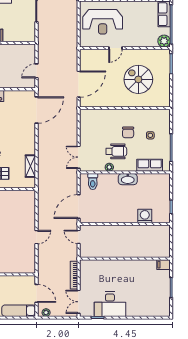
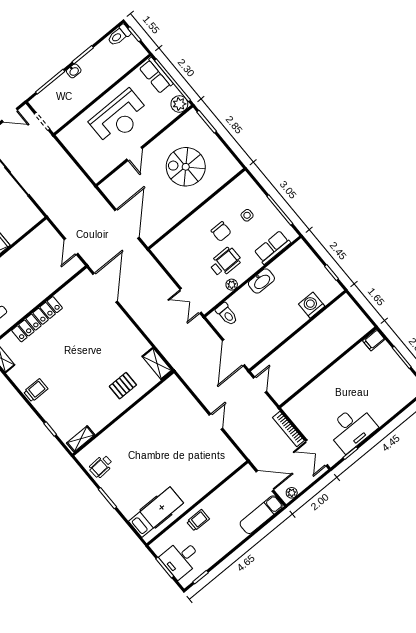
reception desk: (103, 22) -> (119, 117), moved
shelving: (30, 166) -> (157, 364), moved
door: (79, 237) -> (260, 385), swing flipped

